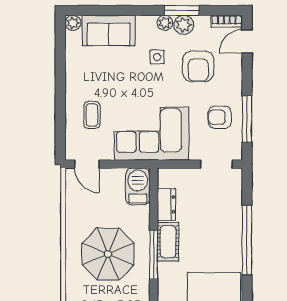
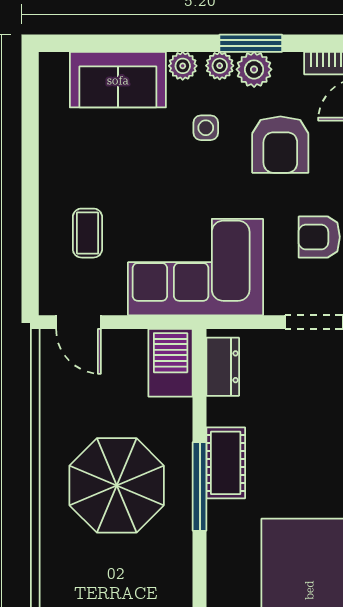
plant: (73, 23) -> (183, 66), moved
dresser: (166, 204) -> (223, 367), moved

